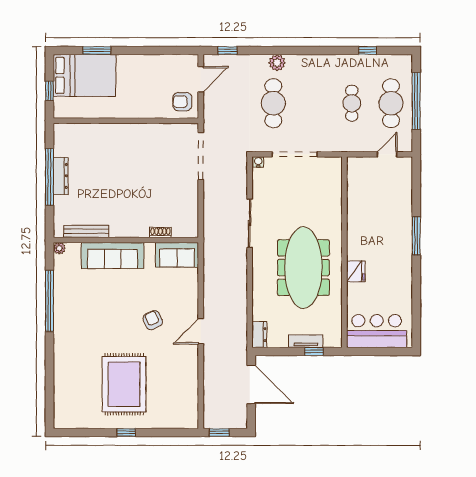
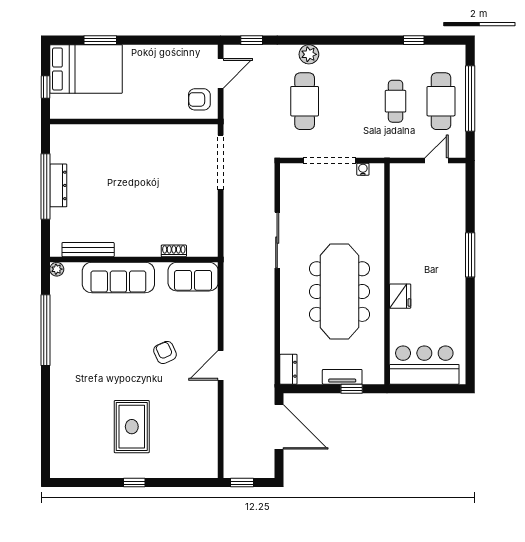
water cooler: (258, 162) -> (363, 169), moved
rug: (124, 384) -> (132, 427), width x0.73, depth x0.69

